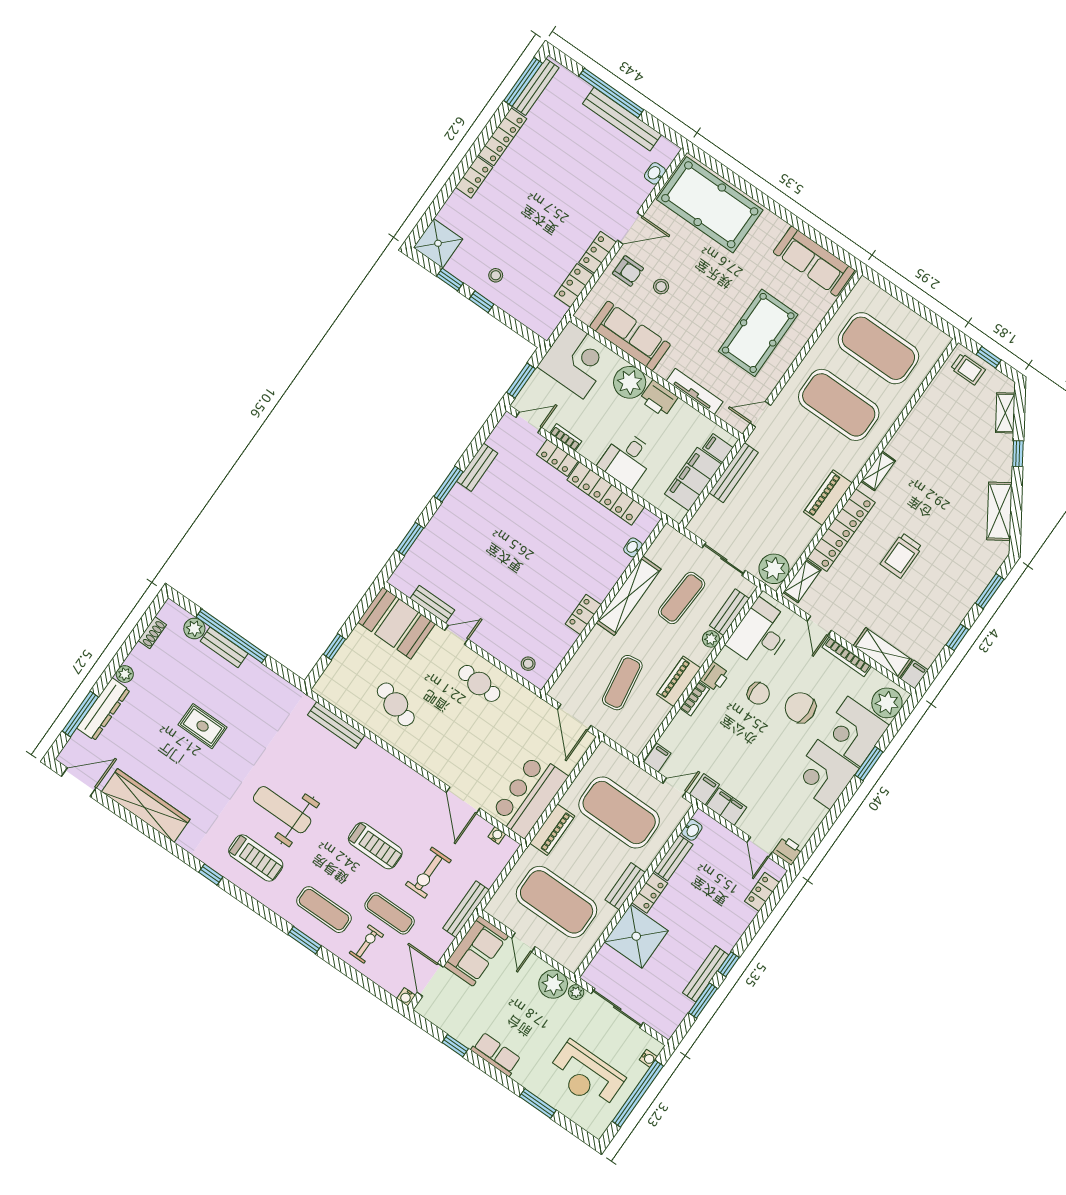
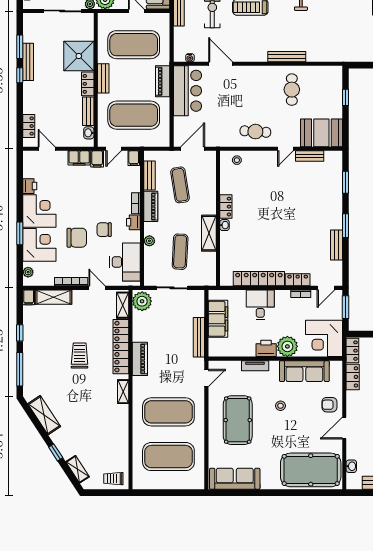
locker: (598, 252) -> (352, 351), moved
stool: (661, 287) -> (280, 406), moved
window: (989, 357) -> (107, 493), removed
tv unit: (695, 391) -> (255, 366), width x0.71
filing cabinet: (718, 448) -> (216, 344), removed
washbasin: (633, 547) -> (225, 225), moved
window: (990, 591) -> (20, 369), width x1.44
shelving: (629, 596) -> (209, 233), width x0.68
bench: (729, 612) -> (150, 176), moved
plant: (887, 703) -> (28, 272), width x0.53, depth x0.53
cafe table: (396, 704) -> (292, 90), turned 72
door: (574, 717) -> (193, 149), hinge flipped
bench: (336, 725) -> (287, 57), moved
printer: (788, 850) -> (30, 186), moved, turned -90

